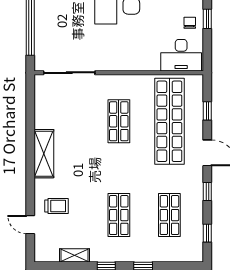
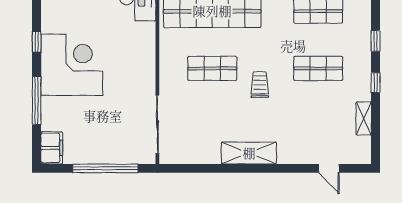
trolley: (56, 206) -> (260, 85), moved
door: (30, 225) -> (329, 168), hinge flipped

